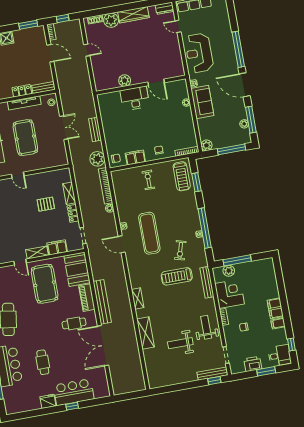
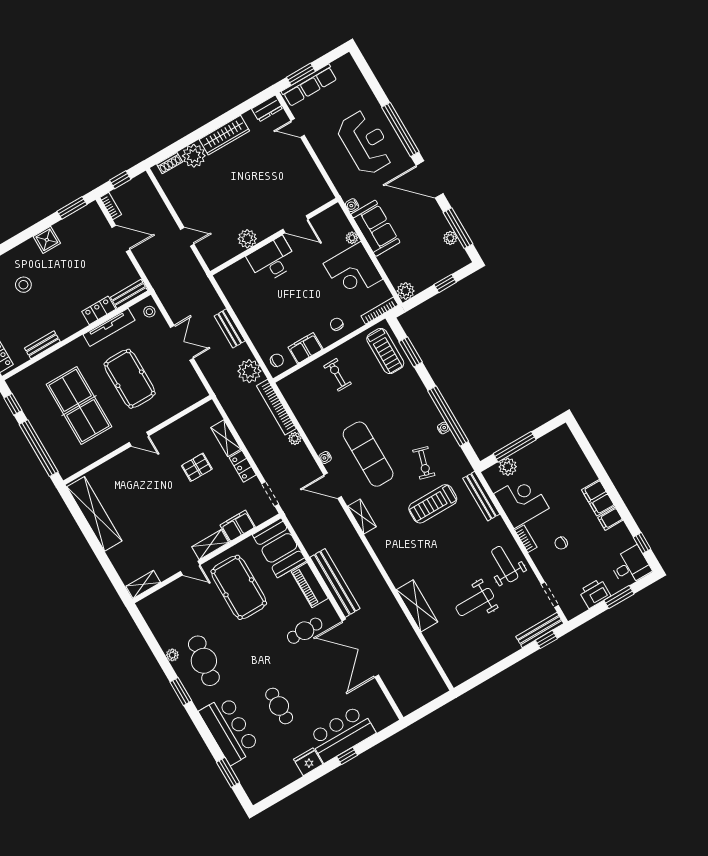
door: (87, 50) -> (187, 237), moved
reception desk: (199, 53) -> (365, 142), moved, turned 180
corner desk: (180, 122) -> (353, 271), added
window: (231, 149) -> (445, 283), width x0.46
shelving: (138, 299) -> (362, 516), moved

